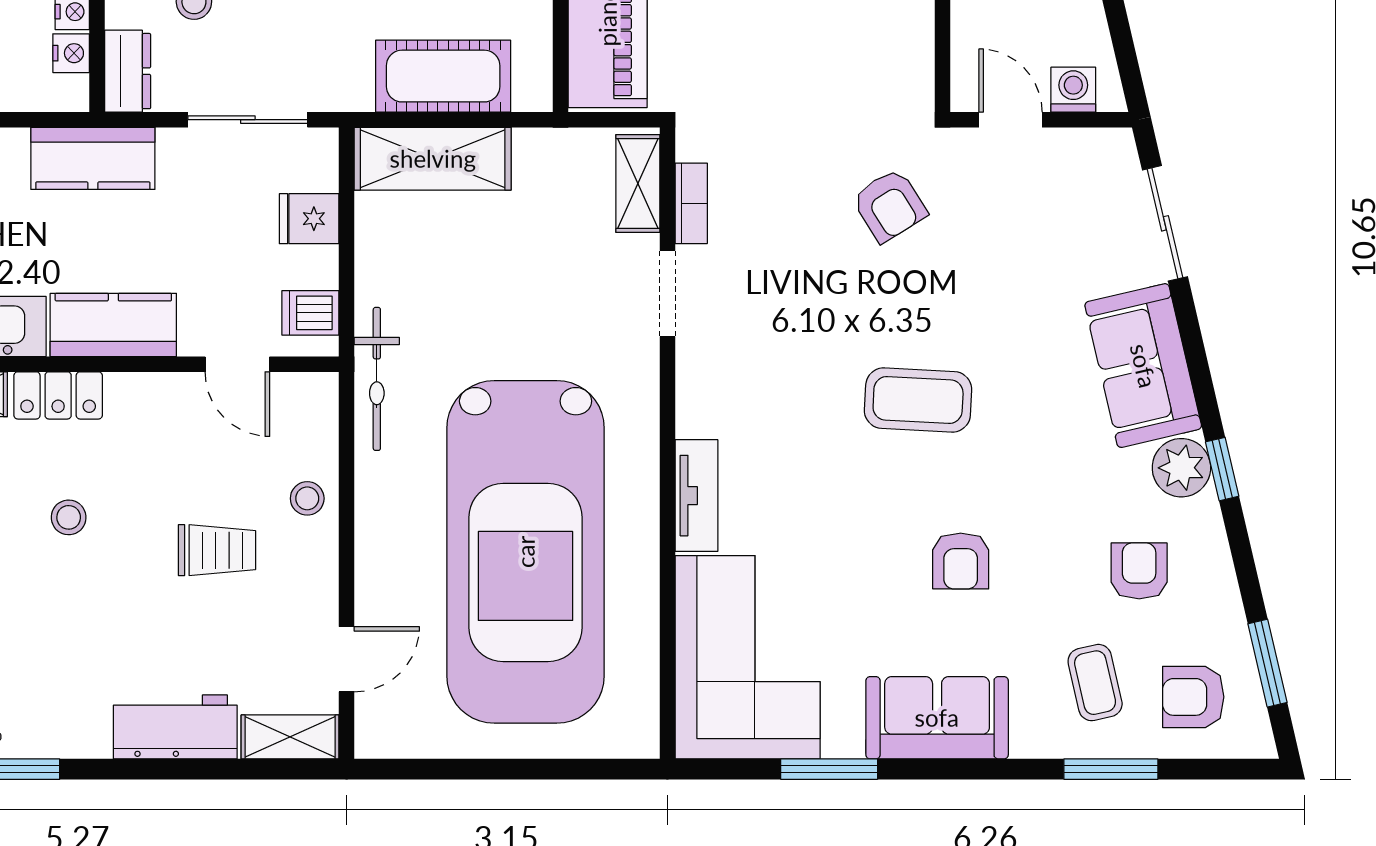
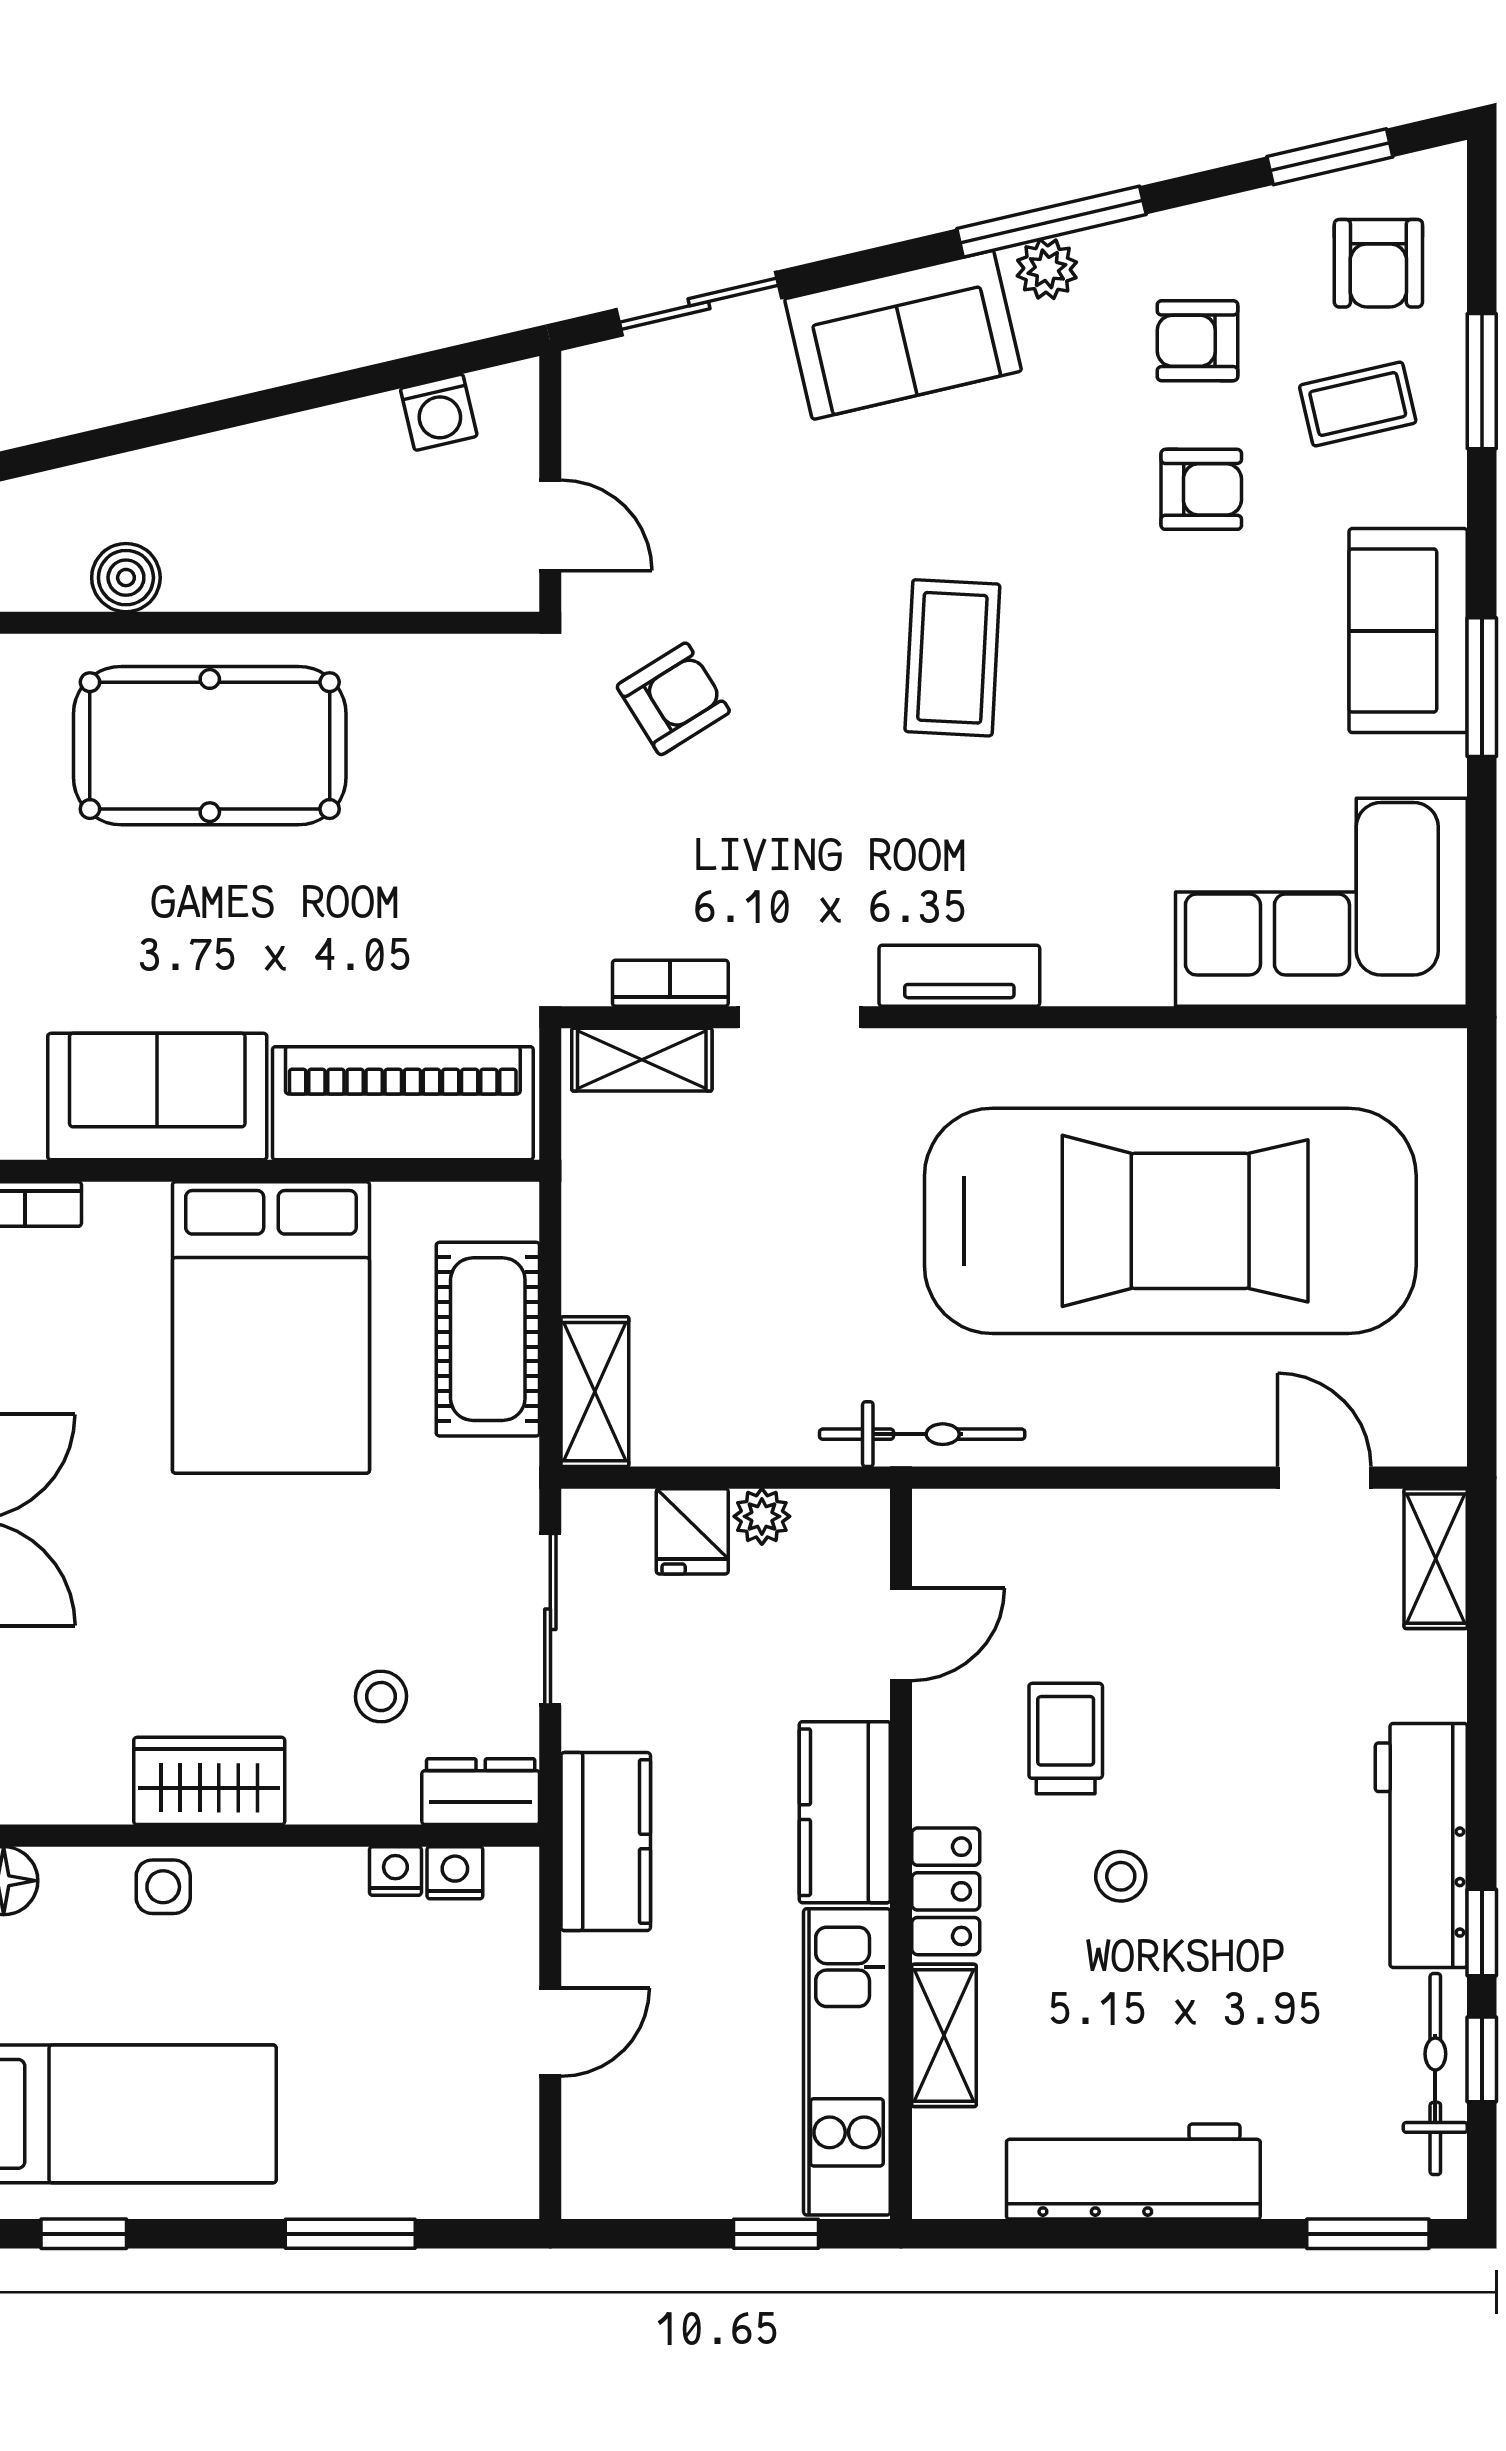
washing machine: (1073, 90) -> (439, 412), moved, turned -103
door: (1010, 120) -> (550, 525), swing flipped
shelving: (433, 159) -> (595, 1392), width x0.67, depth x0.75
plant: (319, 267) -> (762, 1516), added
dishwasher: (310, 313) -> (827, 1530), removed
plant: (1181, 468) -> (1047, 269), width x0.73, depth x0.73
window: (1222, 469) -> (1051, 222), width x2.17
tv unit: (696, 496) -> (959, 976), moved
stool: (307, 498) -> (1094, 1534), removed
trolley: (217, 550) -> (1066, 1739), moved
armchair: (961, 561) -> (1201, 489), moved
workbench: (175, 727) -> (1421, 1845), moved, width x1.38
window: (829, 769) -> (1482, 687), moved

